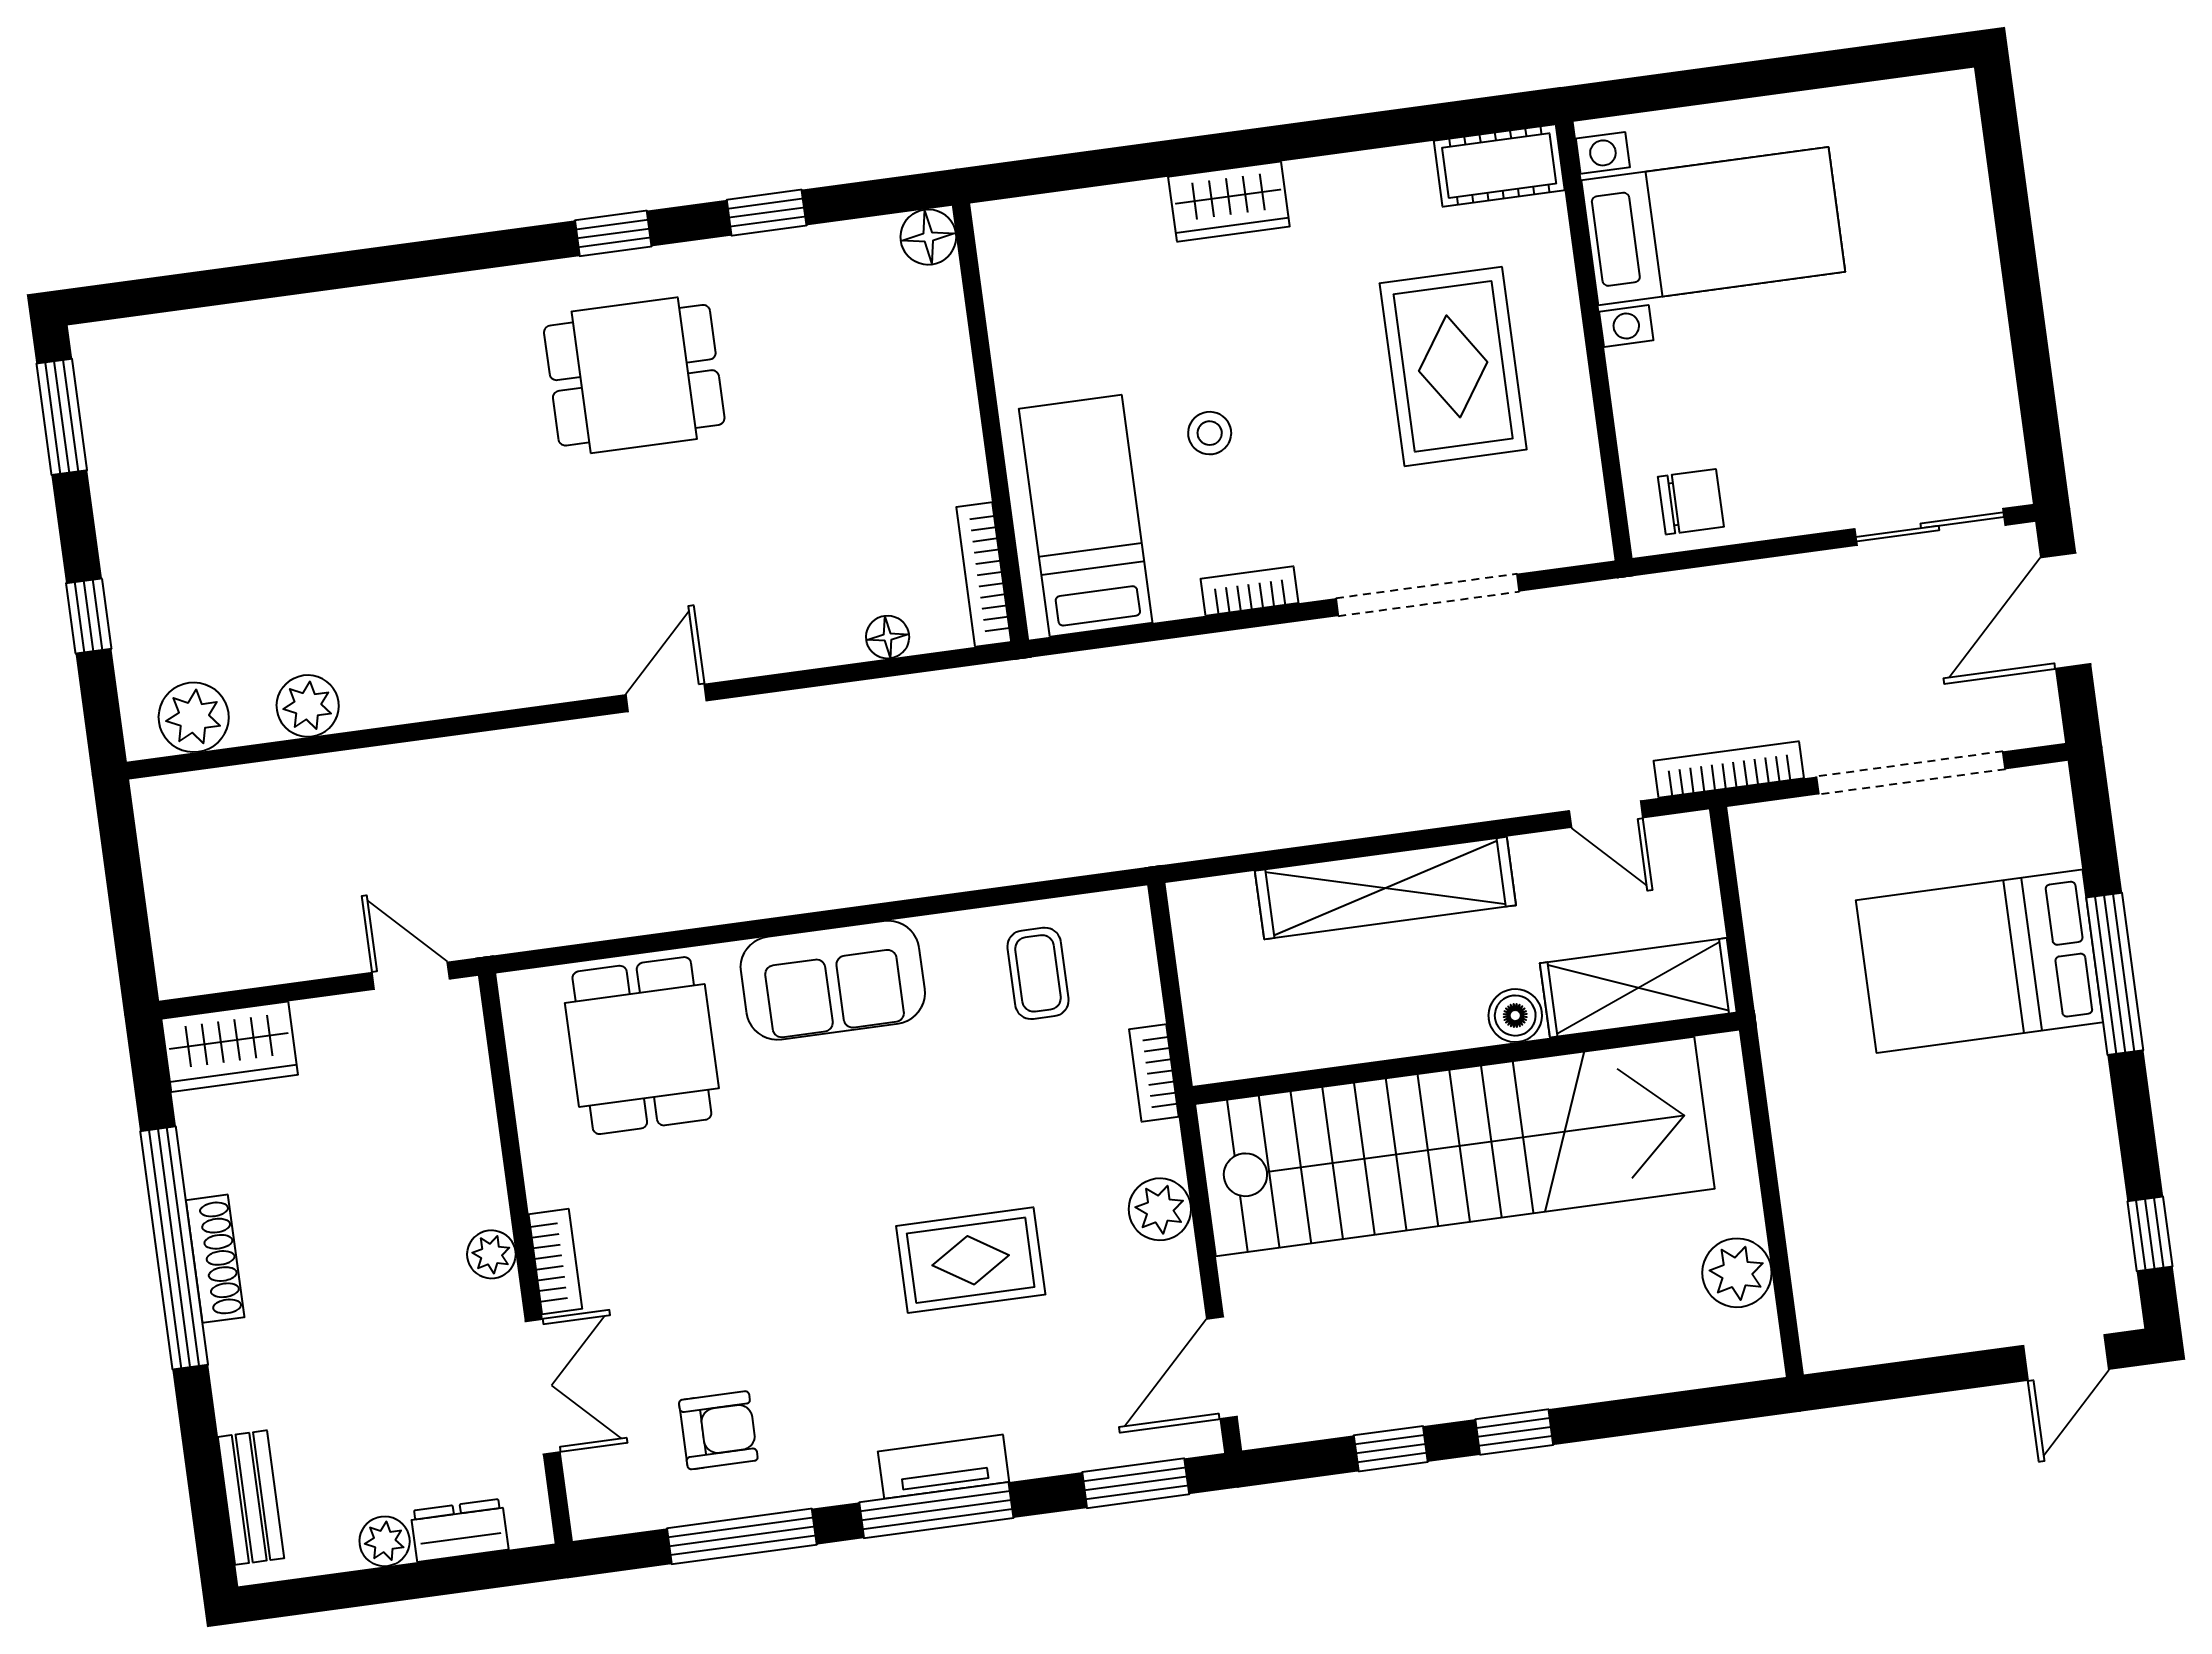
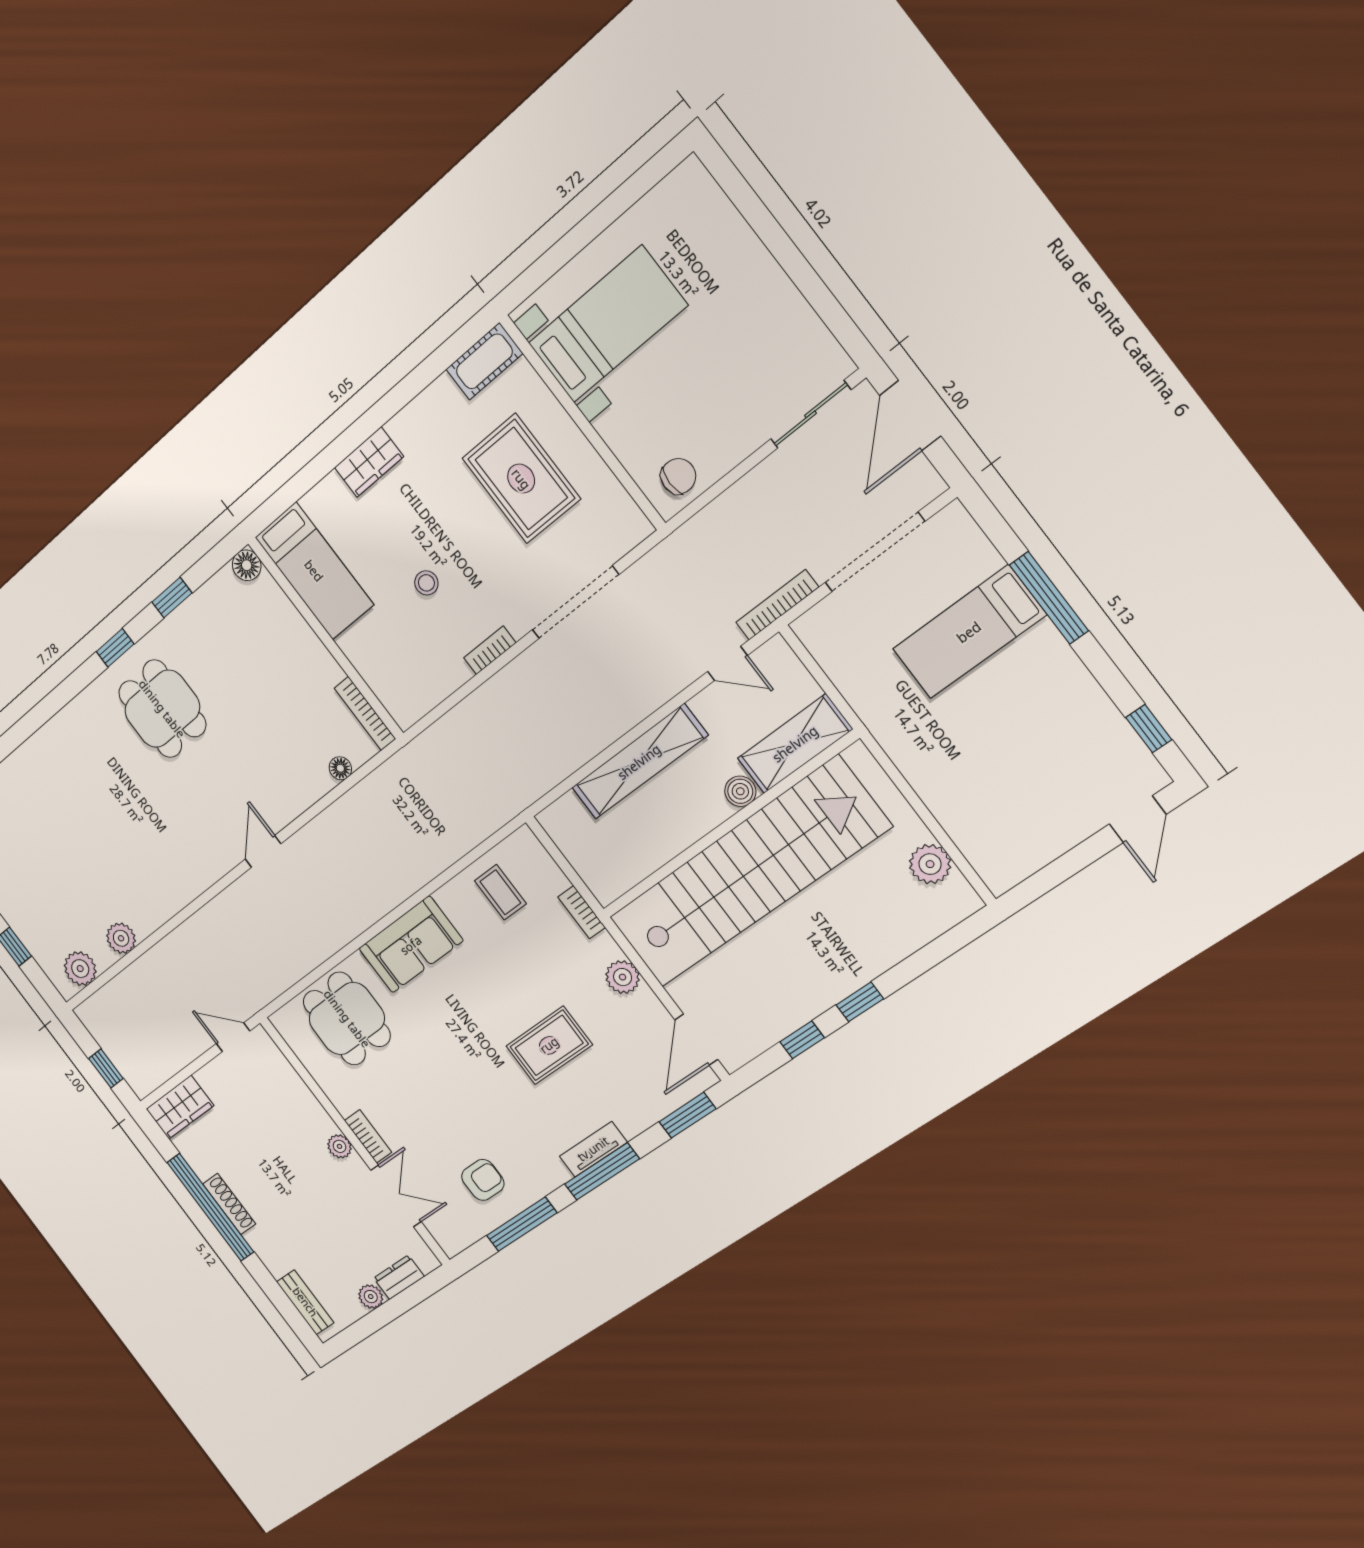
dining table: (634, 375) -> (162, 709), turned 90
bed: (1086, 516) -> (314, 571), moved, turned 180
window: (129, 912) -> (106, 1068), added
bed: (1979, 961) -> (969, 632), width x0.67

